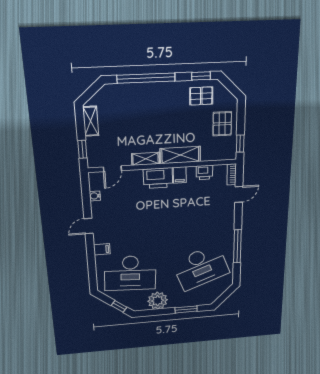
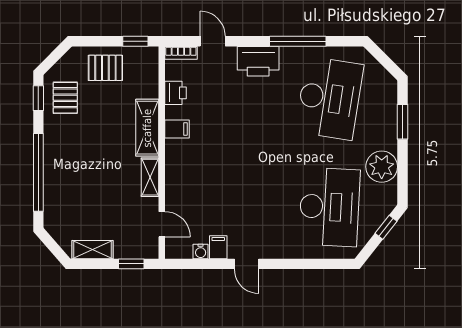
printer: (158, 178) -> (258, 61), moved, turned 90
filing cabinet: (102, 249) -> (218, 247), moved
desk: (201, 267) -> (329, 98), turned 30

